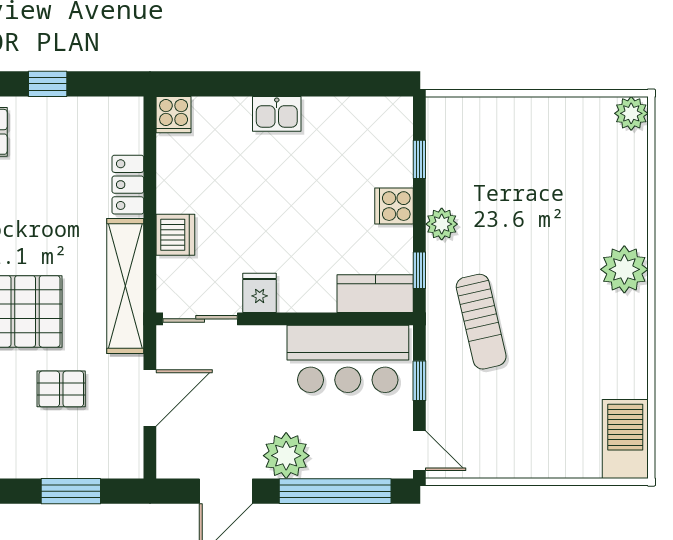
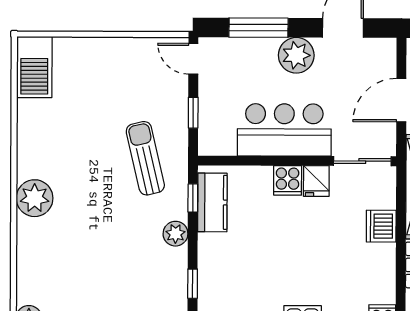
cooker: (394, 206) -> (288, 180), moved, turned 90
kitchen counter: (375, 294) -> (212, 202), moved, turned -90
bar counter: (348, 359) -> (284, 130), moved
window: (335, 491) -> (259, 28), width x0.68

